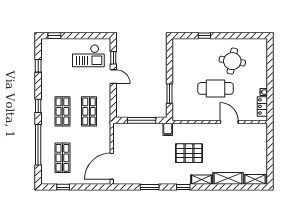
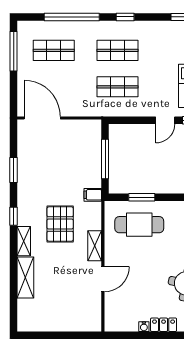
cafe table: (216, 88) -> (139, 225), moved, turned 90
locker: (262, 106) -> (164, 325), moved
shelving: (255, 179) -> (95, 246), moved
window: (63, 187) -> (14, 51), width x2.17

